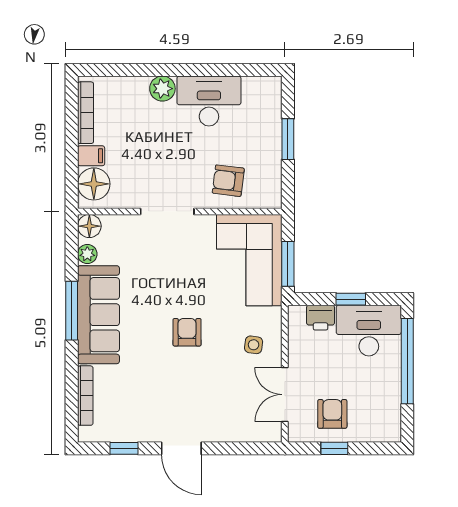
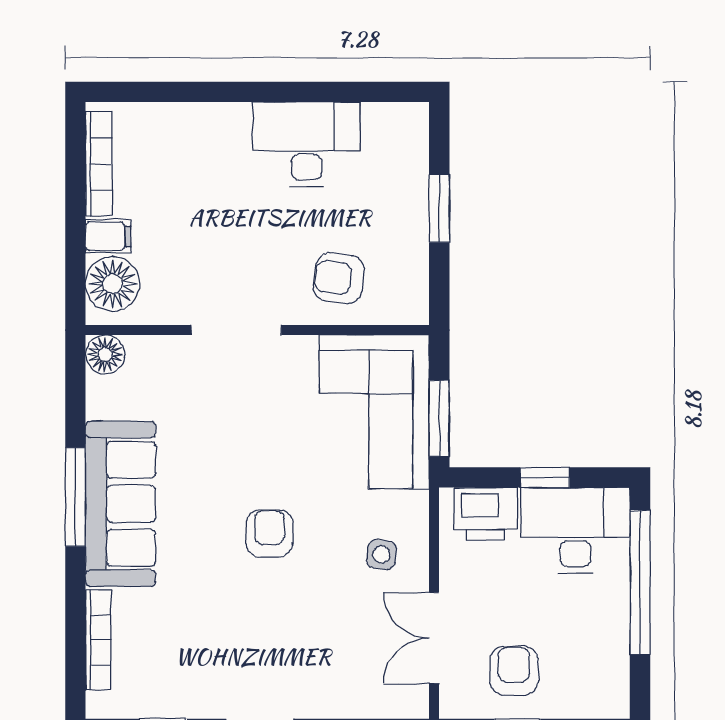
plant: (162, 89) -> (228, 123), removed
plant: (87, 254) -> (102, 402), removed
printer: (321, 318) -> (486, 514), width x1.36, depth x1.24

